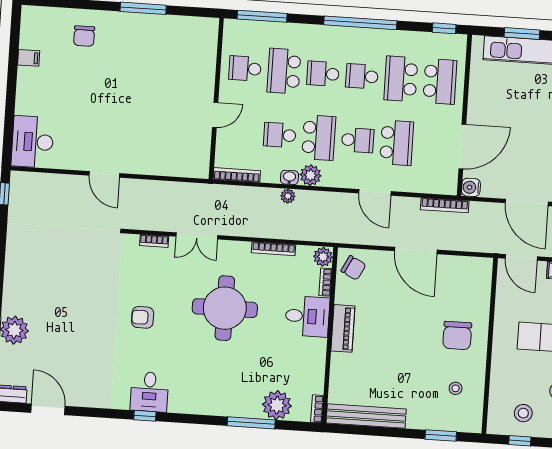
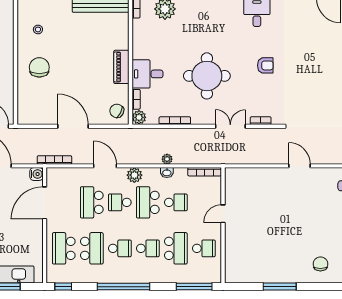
plant: (311, 175) -> (134, 175), moved

